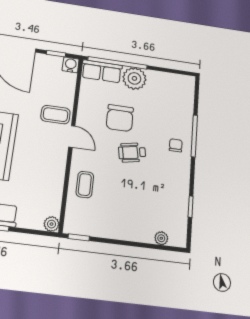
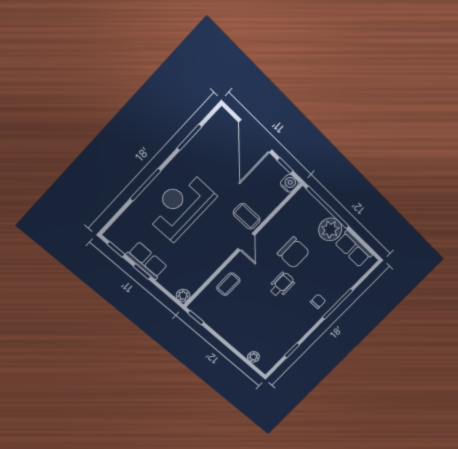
row of seats: (102, 71) -> (354, 249), moved
chair: (120, 118) -> (293, 253), turned -90
wheelchair: (132, 152) -> (282, 285), turned 100

